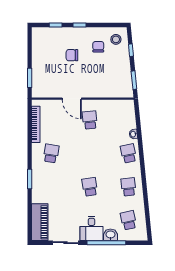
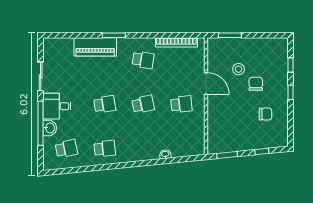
stool: (116, 39) -> (239, 69), moved
door: (72, 99) -> (206, 84), swing flipped
school desk: (128, 153) -> (143, 104), moved
piano: (40, 222) -> (95, 47), moved

